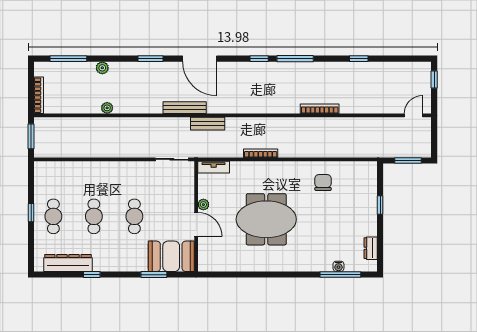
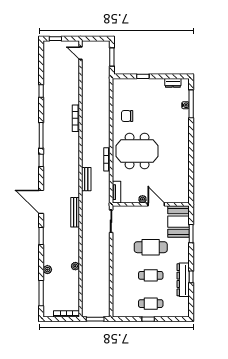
door: (200, 59) -> (41, 202), swing flipped
bench: (208, 124) -> (86, 179), moved
cafe table: (134, 216) -> (151, 247), width x1.37, depth x1.35
meeting table: (266, 219) -> (137, 151), moved, turned 90
door: (196, 224) -> (156, 204), hinge flipped
dresser: (68, 263) -> (183, 280), moved

